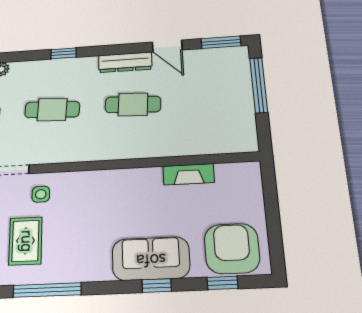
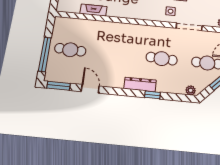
dresser: (125, 62) -> (140, 84), moved
cafe table: (133, 104) -> (70, 50), moved

